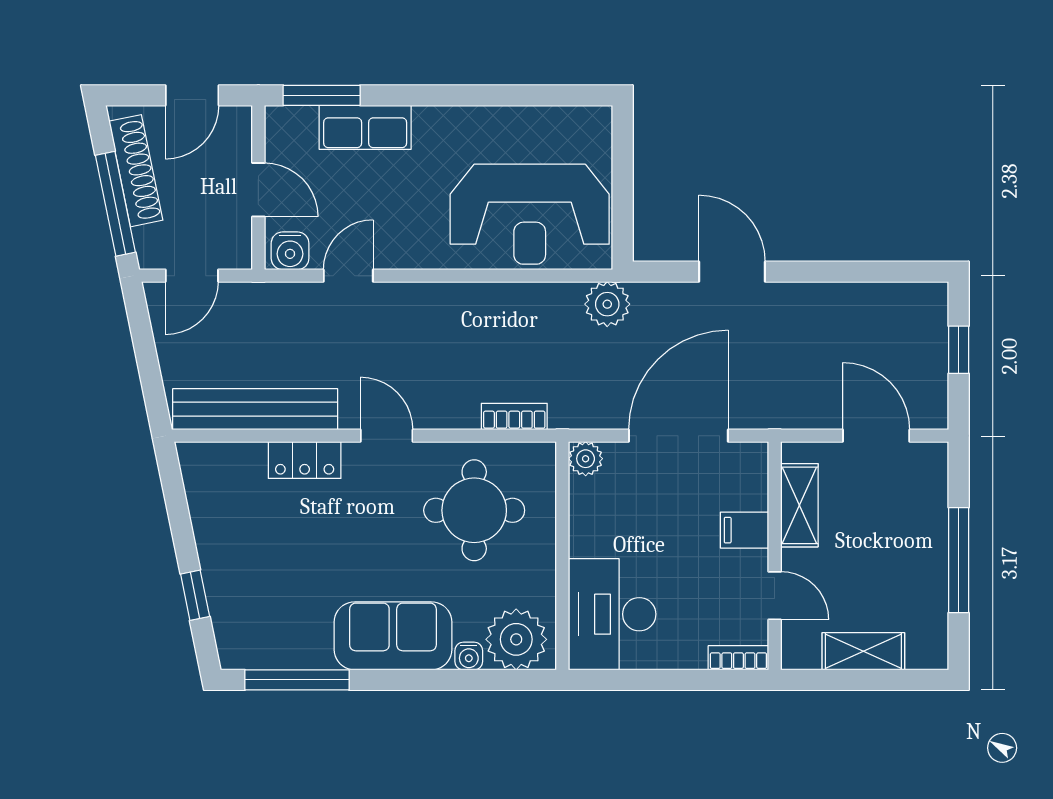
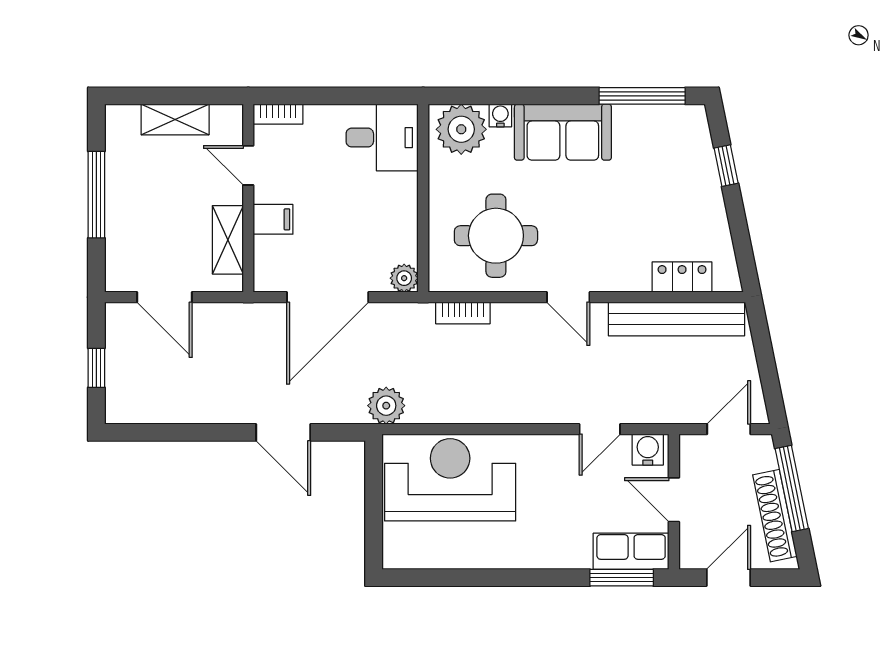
row of seats: (365, 127) -> (631, 551), moved
locker: (305, 460) -> (682, 277), moved
desk: (612, 614) -> (382, 138), width x0.73

